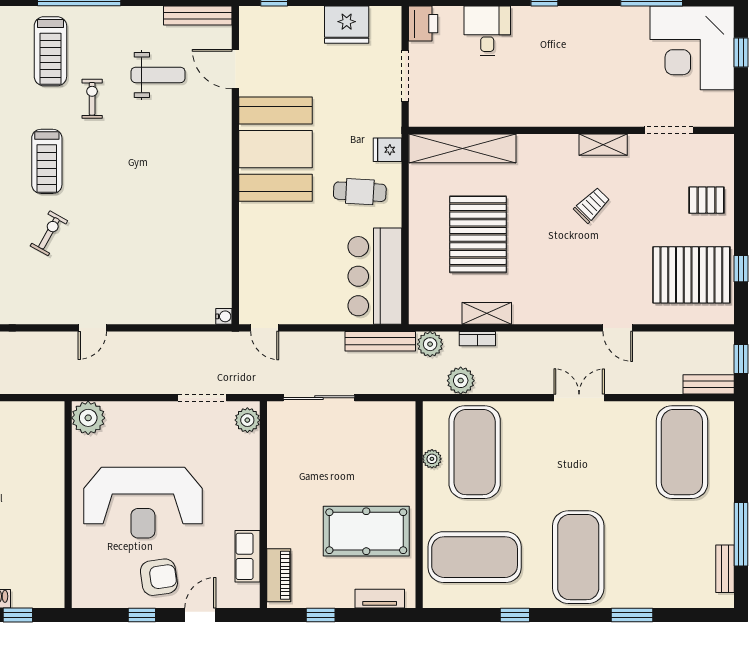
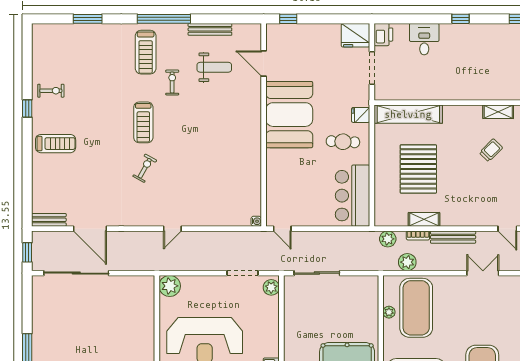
bench: (198, 16) -> (210, 29), moved
fridge: (347, 25) -> (356, 35), moved
bench: (380, 341) -> (453, 237), moved

